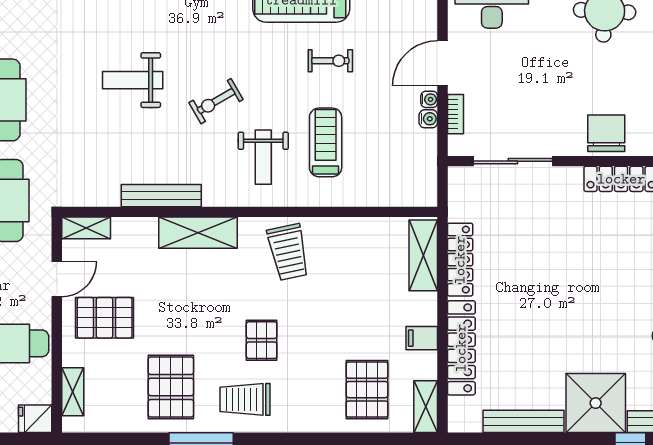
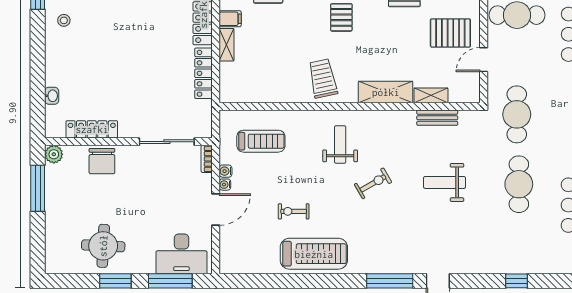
weight bench: (133, 80) -> (445, 182), moved, turned 180
bookcase: (456, 114) -> (207, 159), moved
treadmill: (326, 142) -> (261, 141), moved, turned -90
bench: (161, 196) -> (437, 118), moved, width x0.73
shelving: (86, 228) -> (431, 95), moved
shelving: (423, 255) -> (227, 45), moved, width x0.67, depth x0.75

